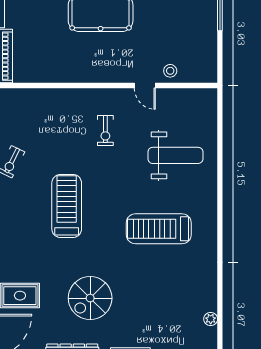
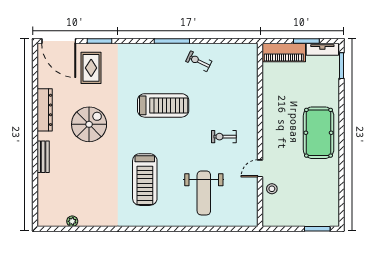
treadmill: (159, 229) -> (145, 180), turned 180
spiral stairs: (90, 298) -> (89, 124), turned 90

